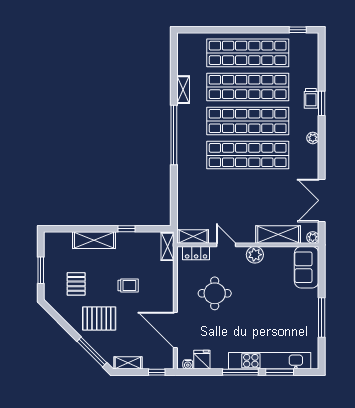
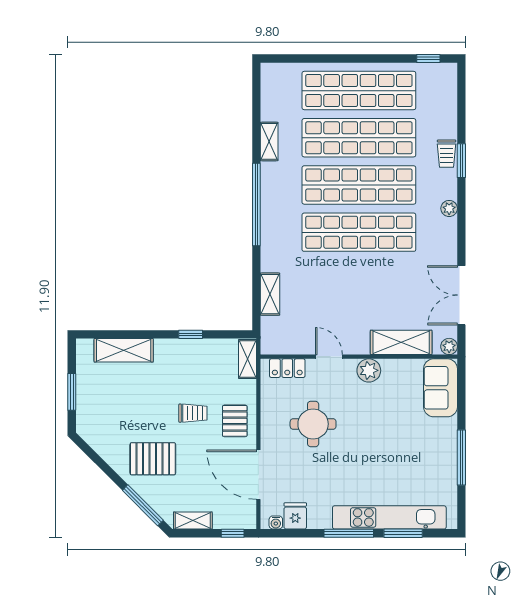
shelving: (193, 236) -> (270, 294), moved, turned 90
shelving: (94, 240) -> (124, 350), moved
pallet: (76, 284) -> (235, 421), moved

